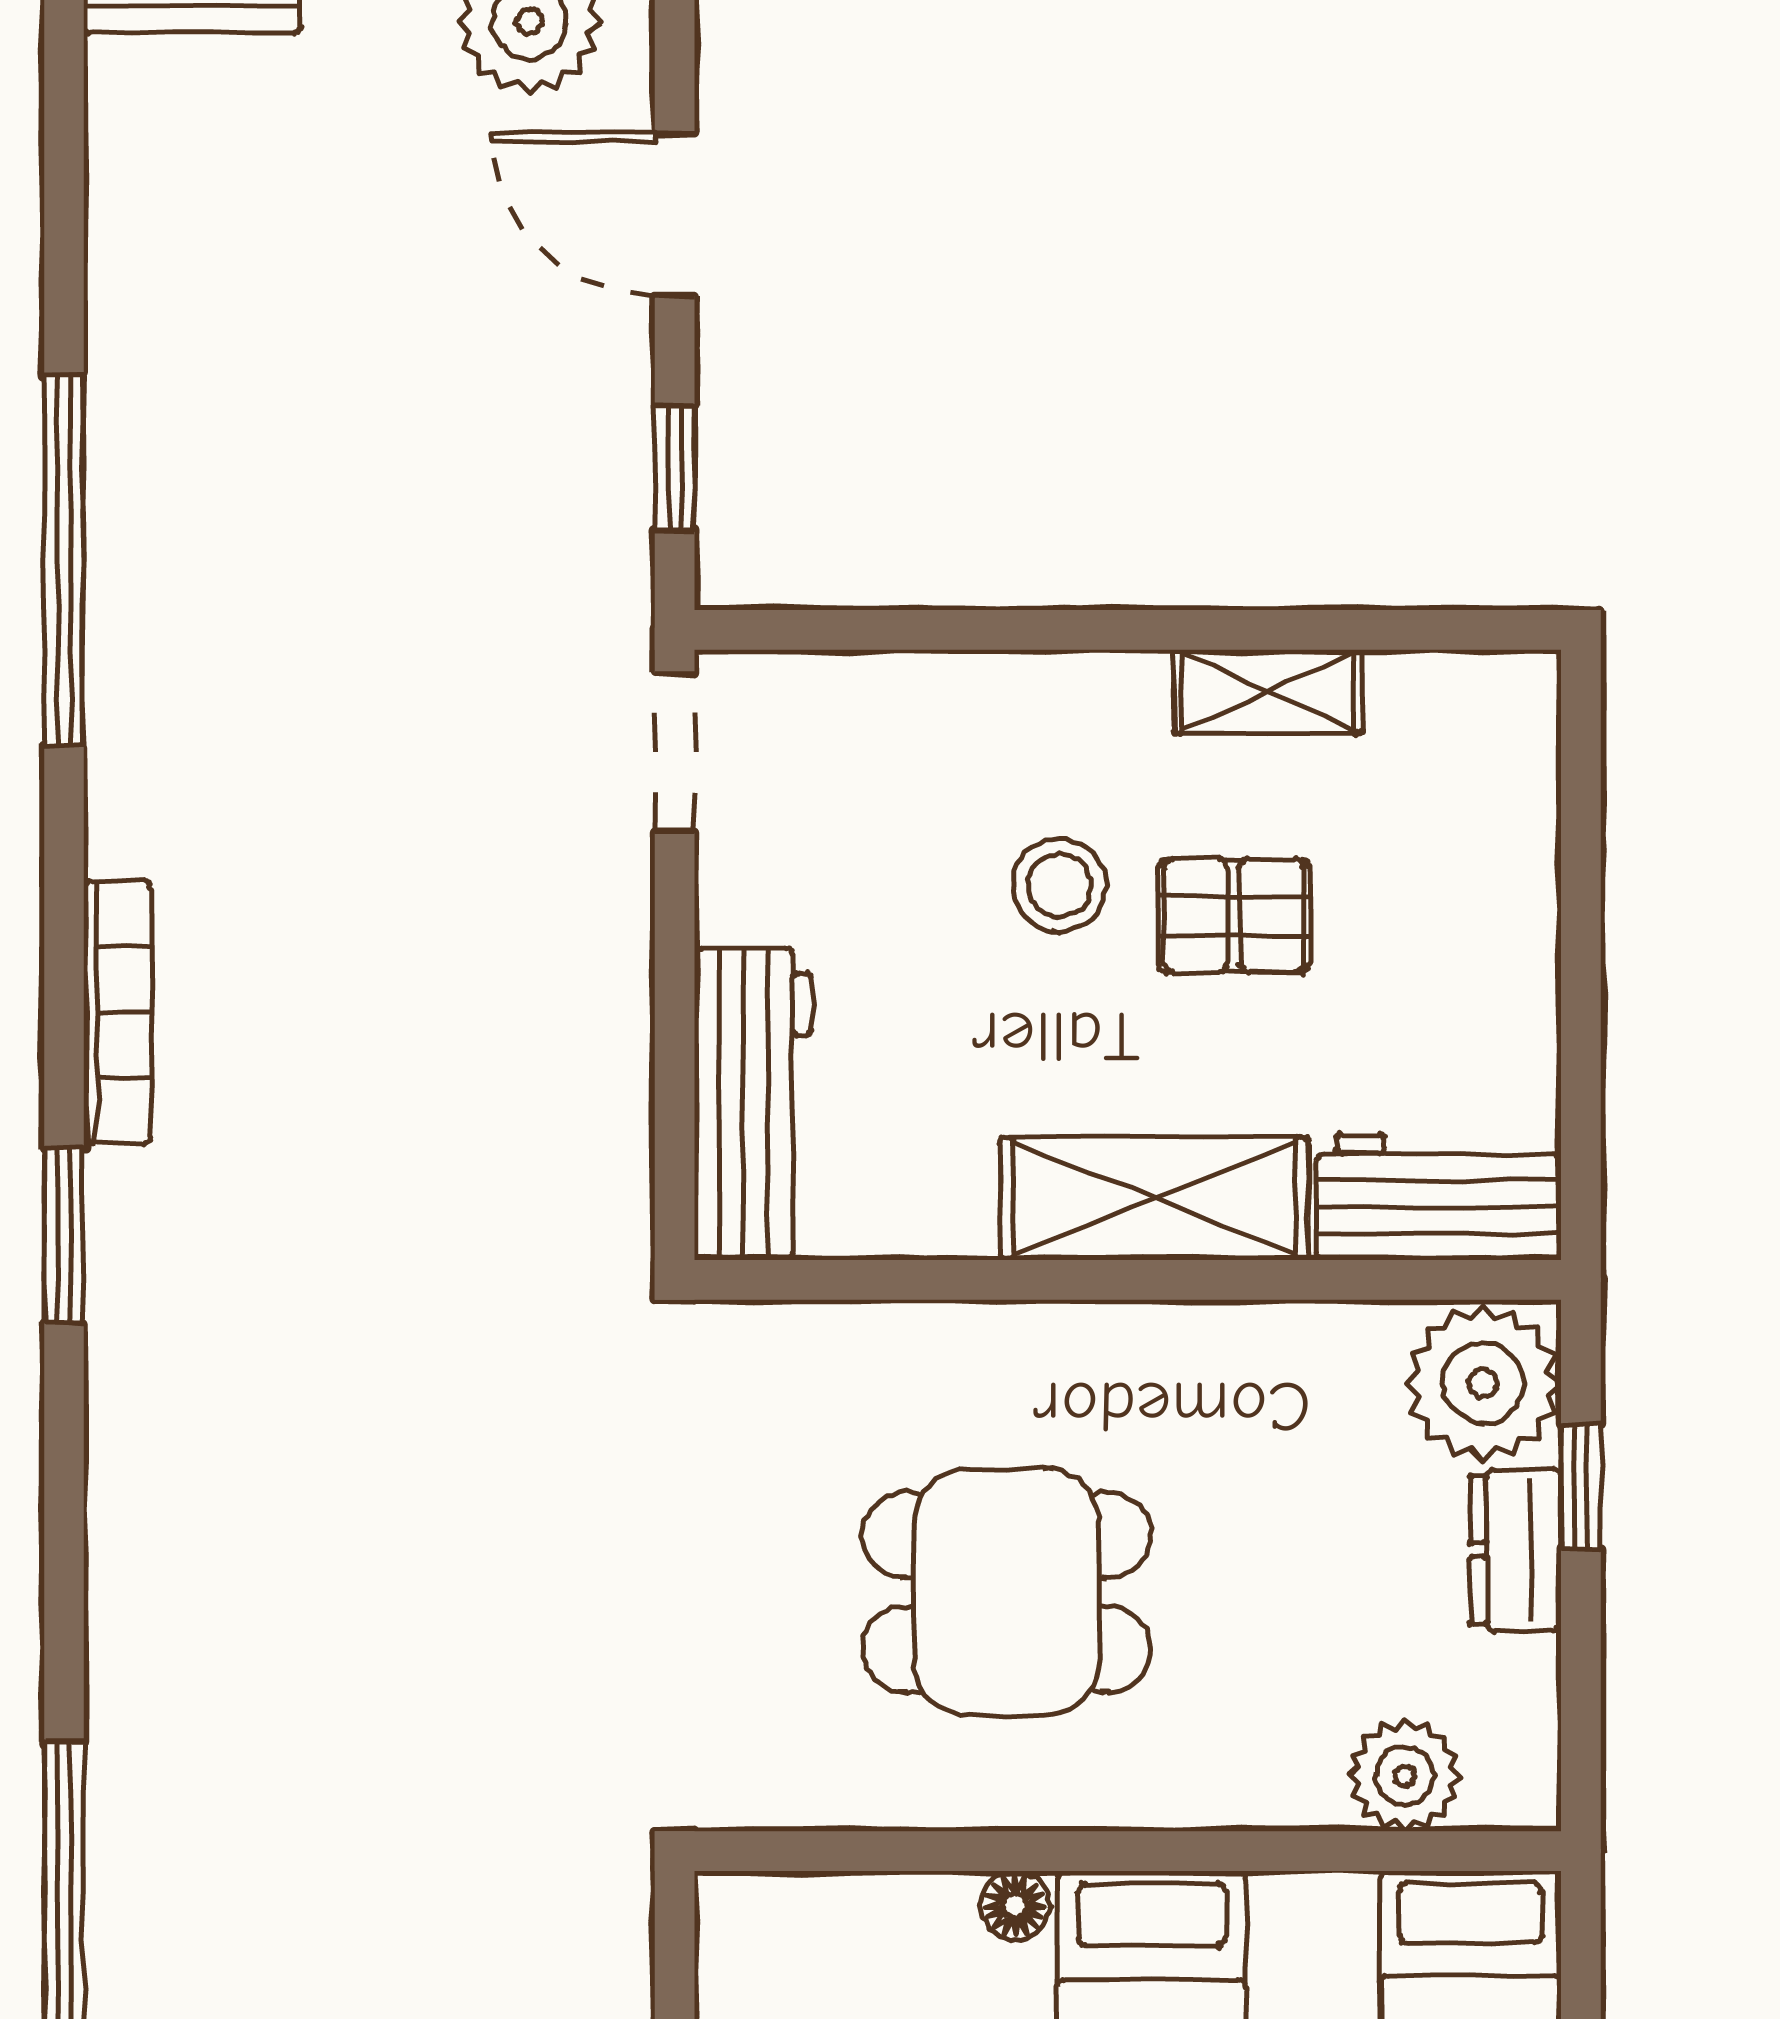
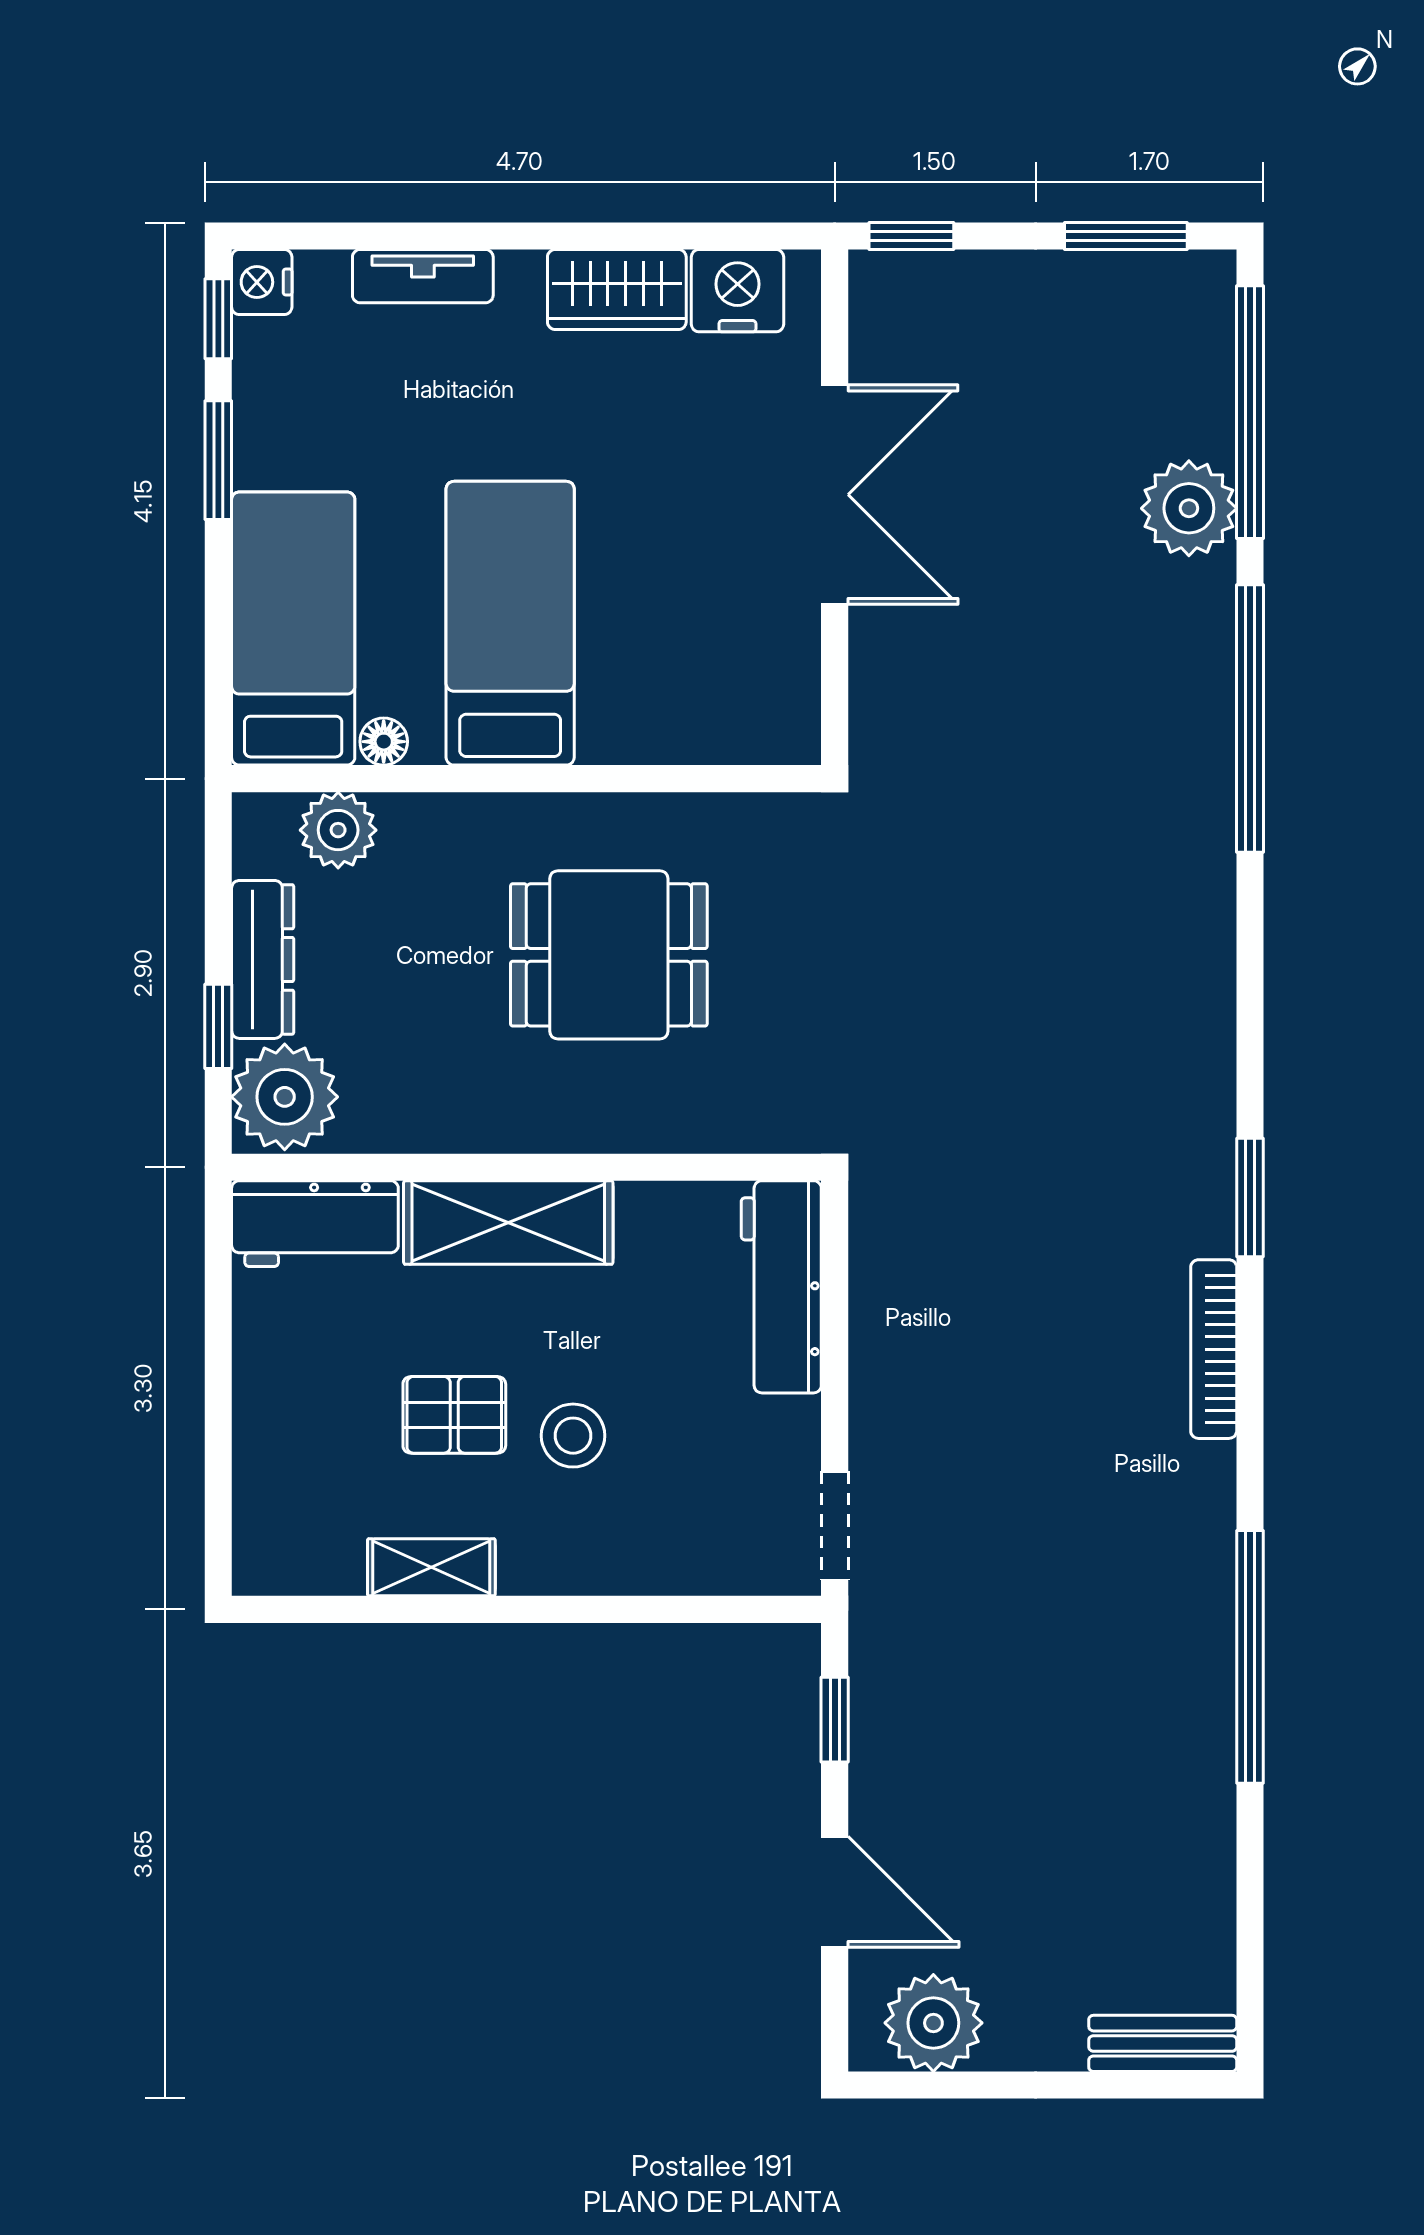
dresser: (1516, 1550) -> (263, 959), width x1.44
floor lamp: (1015, 1906) -> (384, 742), moved

